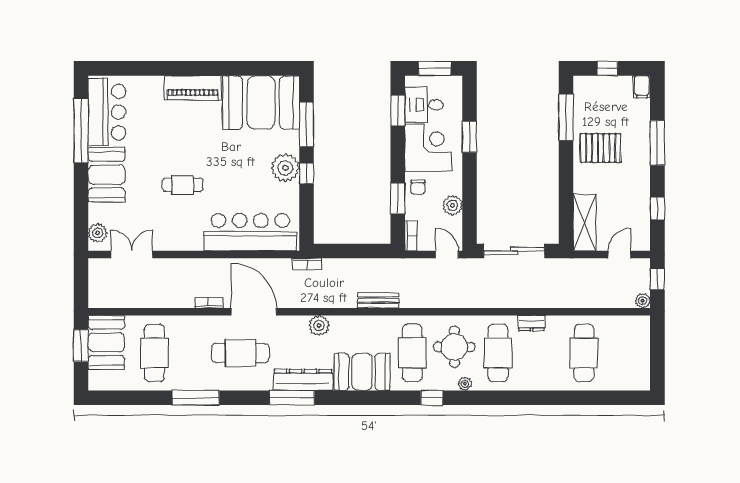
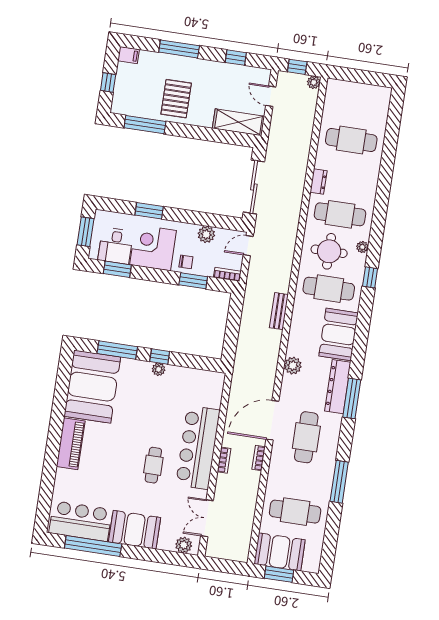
plant: (285, 168) -> (159, 369), width x0.53, depth x0.53
bar counter: (250, 232) -> (198, 447), moved
bookcase: (307, 264) -> (224, 460), moved

